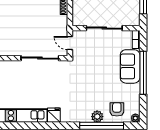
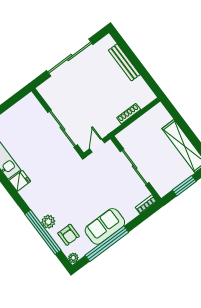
sofa: (130, 66) -> (105, 226), moved
window: (143, 73) -> (107, 244), moved
armchair: (117, 109) -> (68, 235), turned 90

